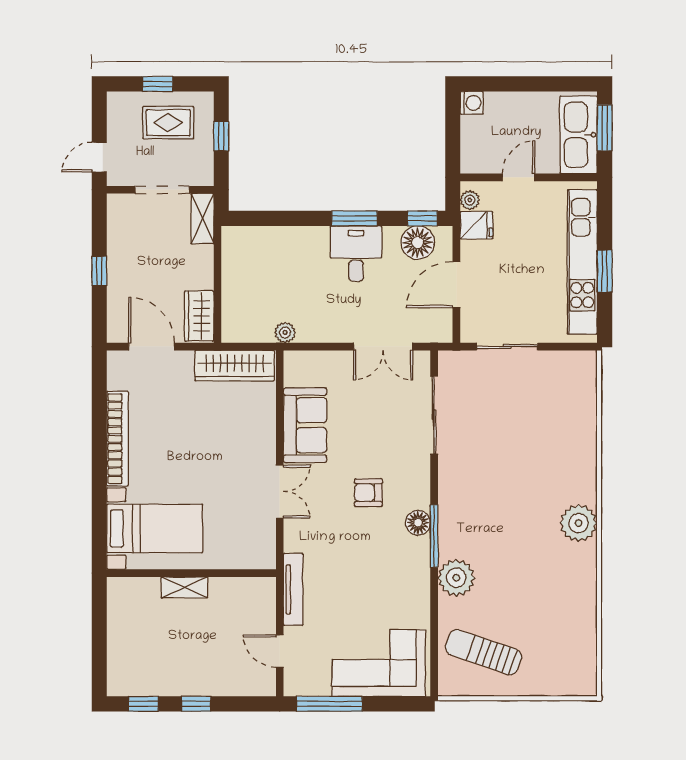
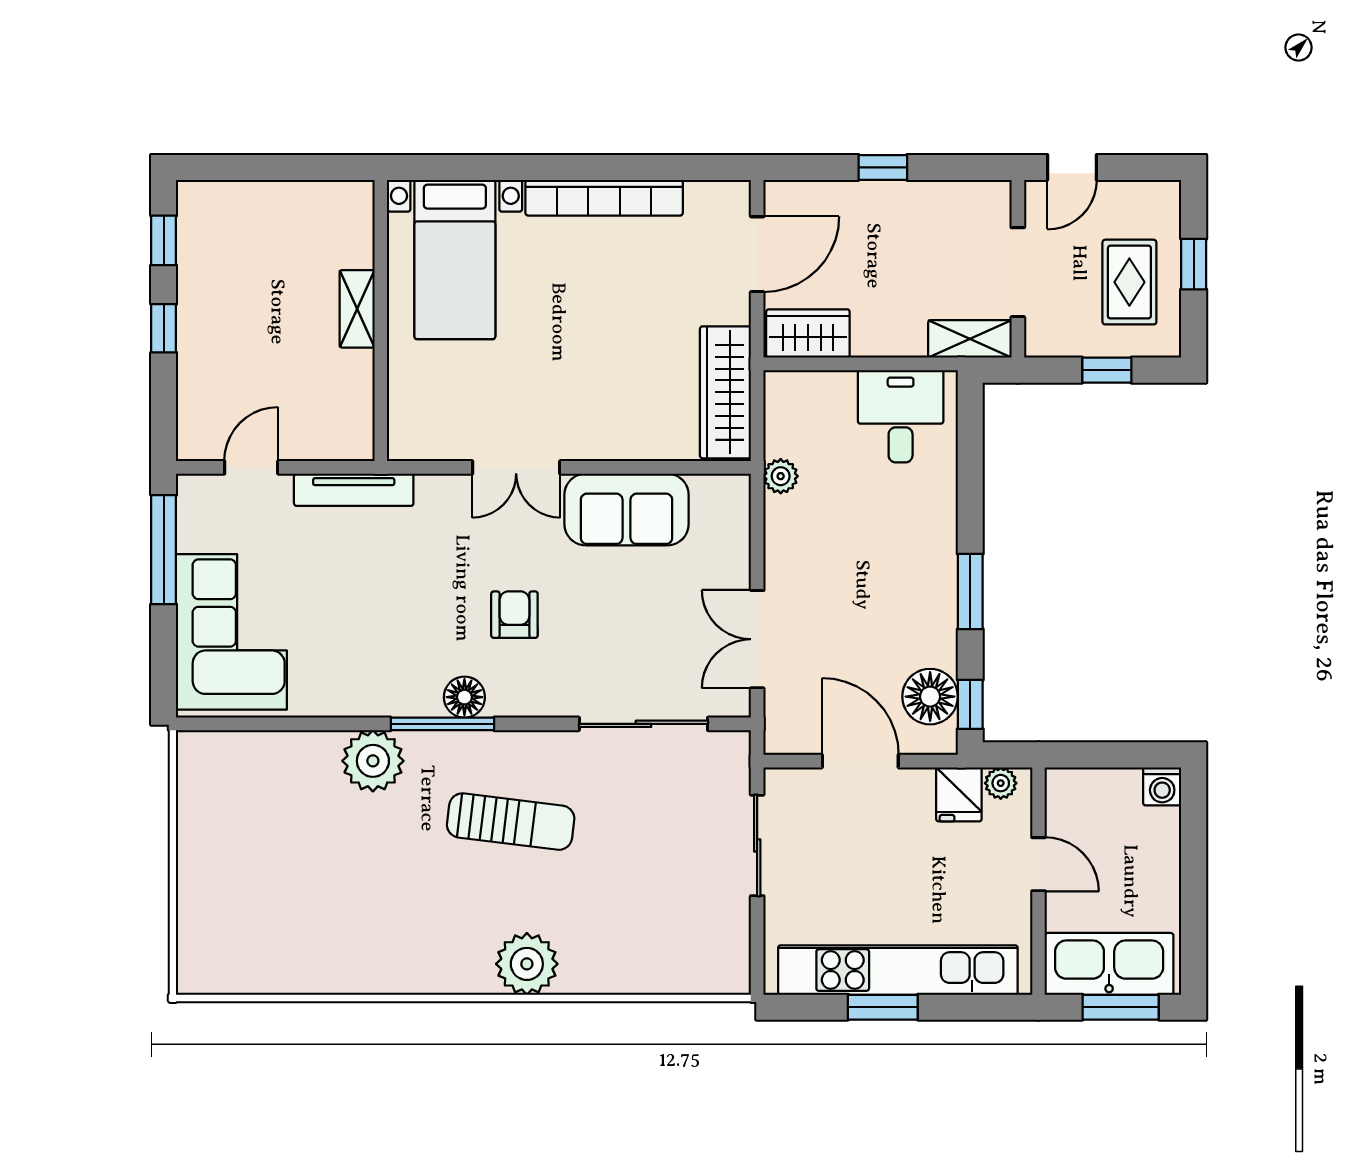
door: (99, 157) -> (1072, 167), swing flipped
desk: (356, 254) -> (901, 416), moved, turned -90
plant: (579, 523) -> (527, 964), moved
sun lounger: (483, 652) -> (511, 822), moved, turned 78

